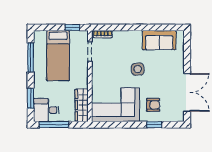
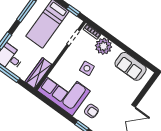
plant: (122, 40) -> (104, 46), added
side table: (138, 69) -> (87, 68), moved

